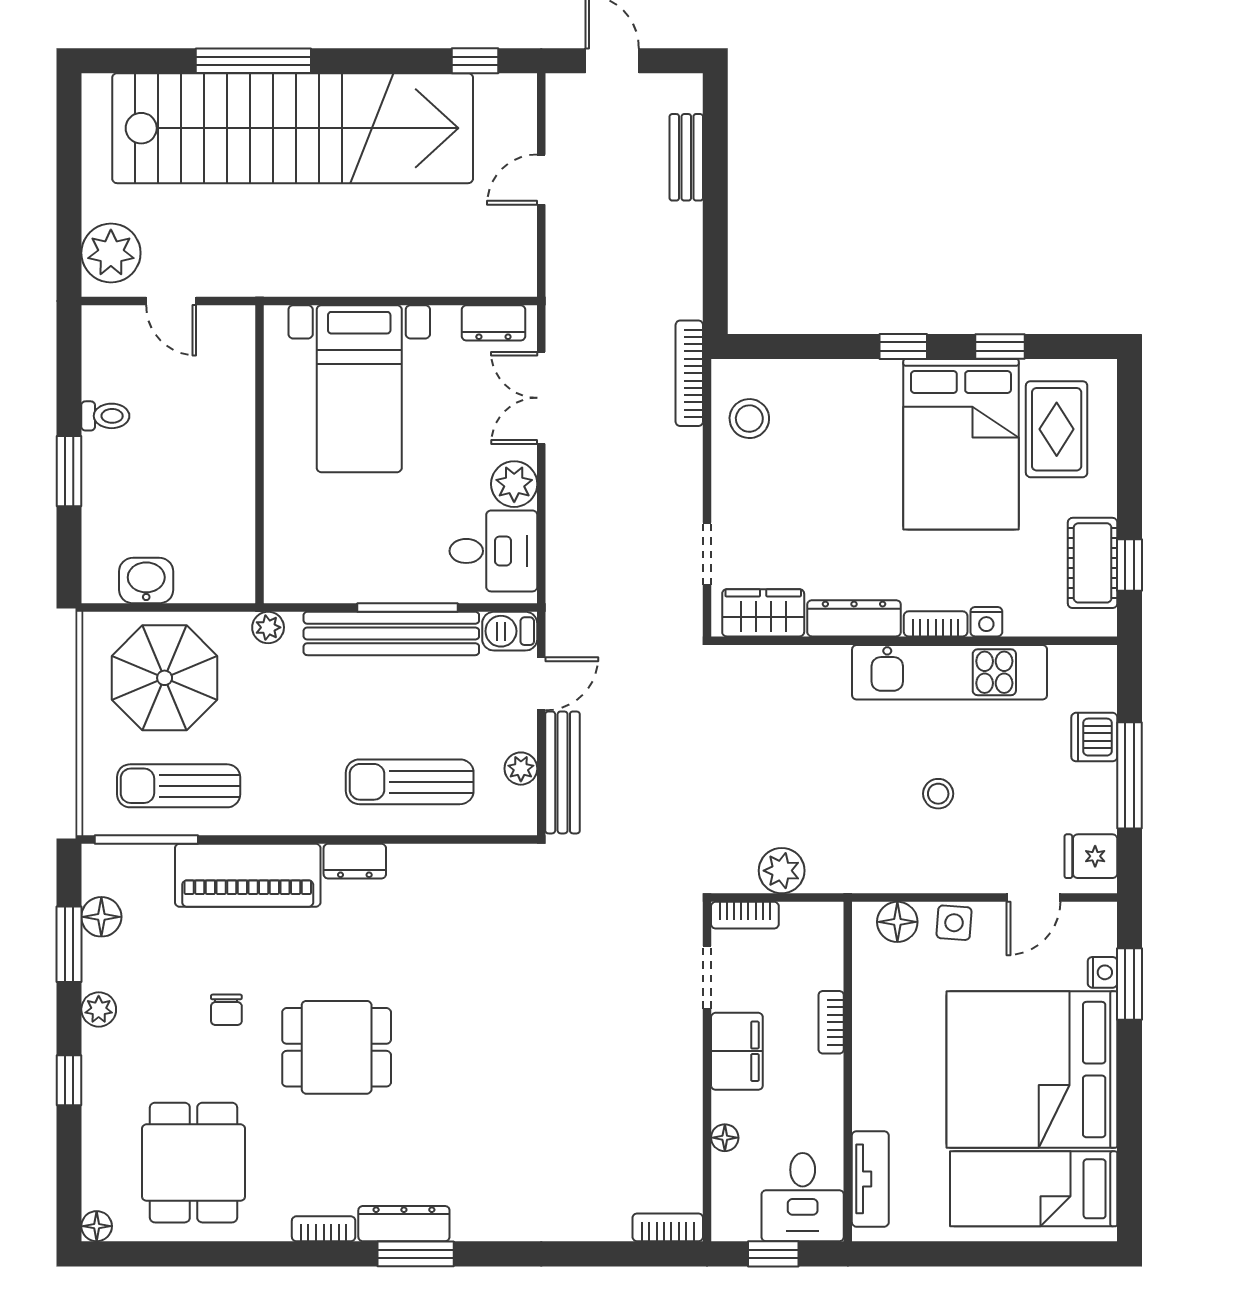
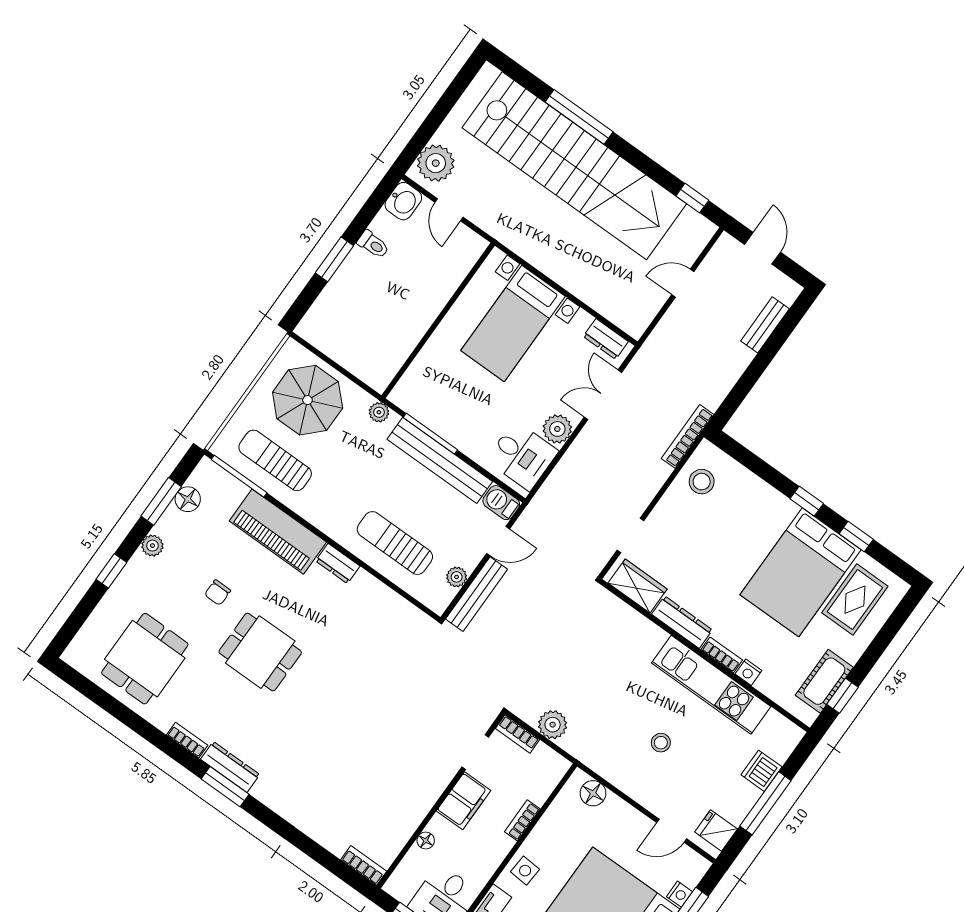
washbasin: (146, 581) -> (403, 201), moved, turned 90
window: (408, 608) -> (430, 434), moved
side table: (954, 923) -> (525, 871), moved
floor lamp: (97, 1226) -> (72, 656), removed

